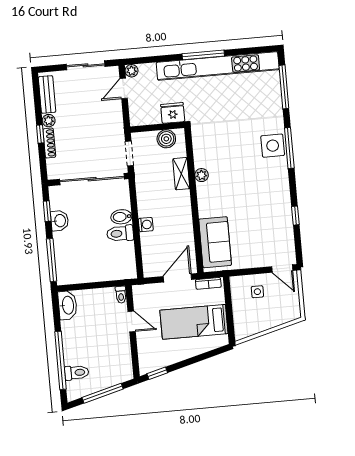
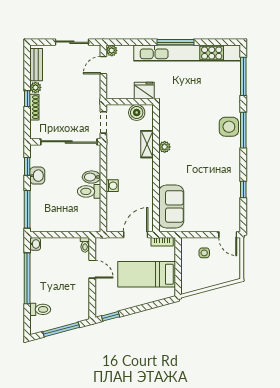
washbasin: (67, 305) -> (35, 244), width x0.52, depth x0.69
window: (60, 360) -> (27, 278), moved

